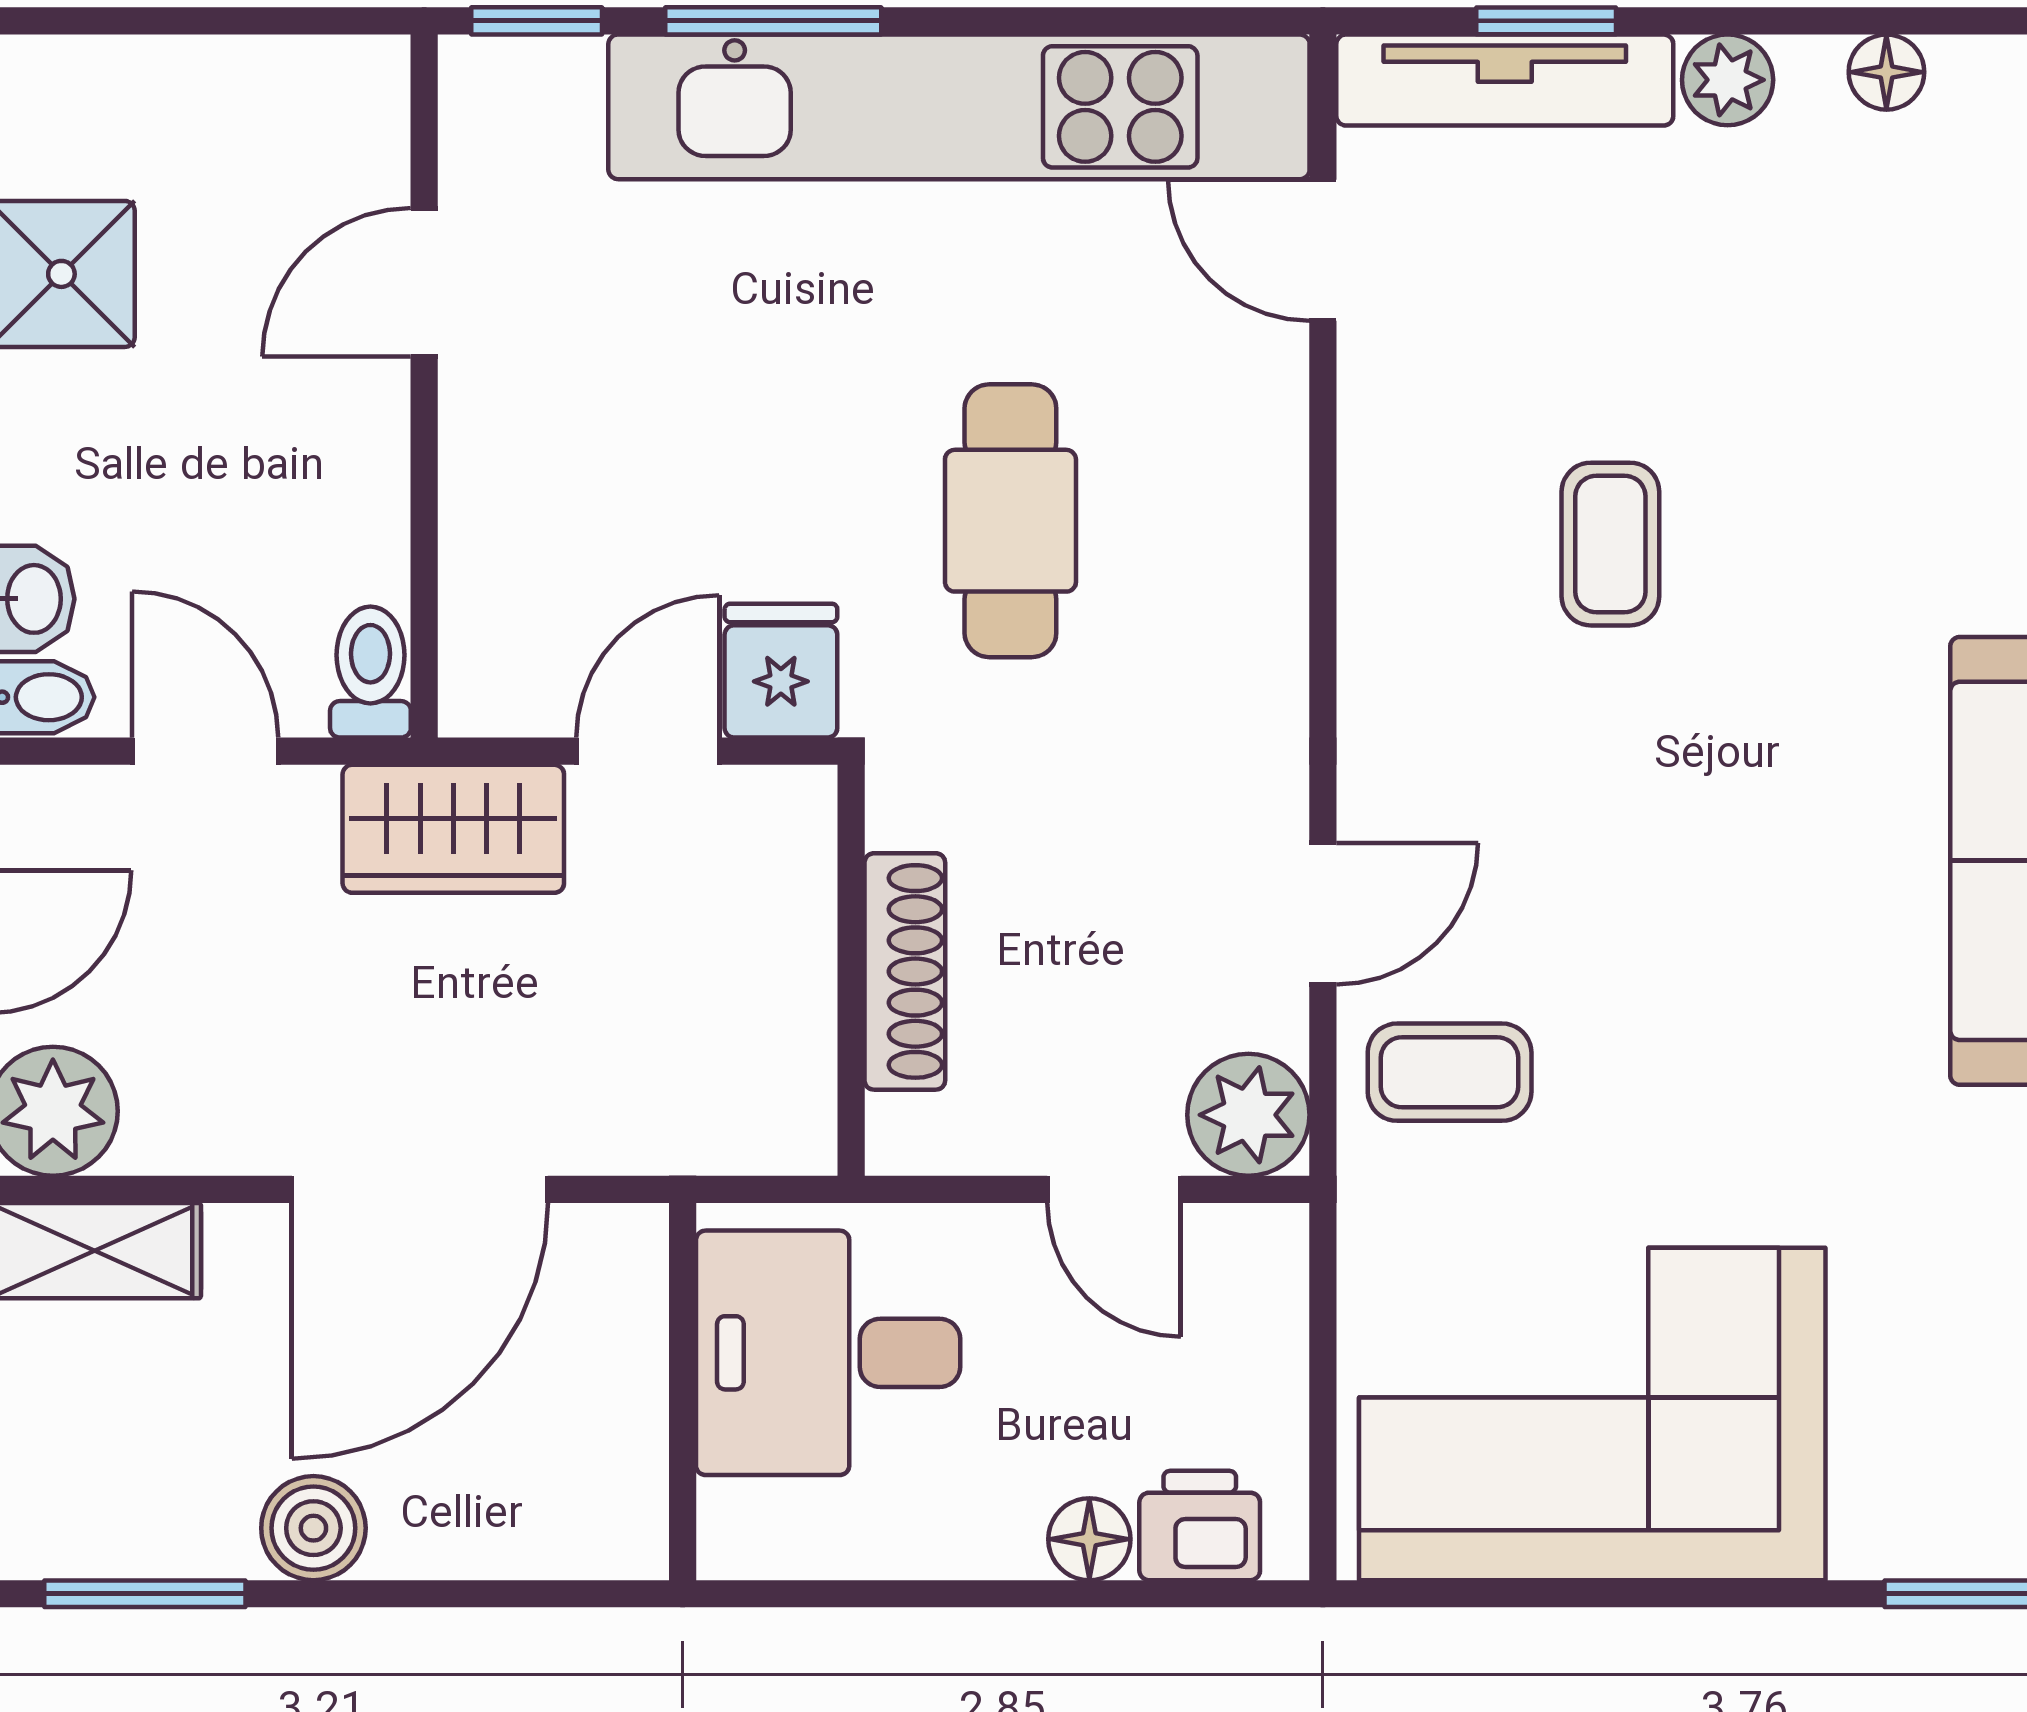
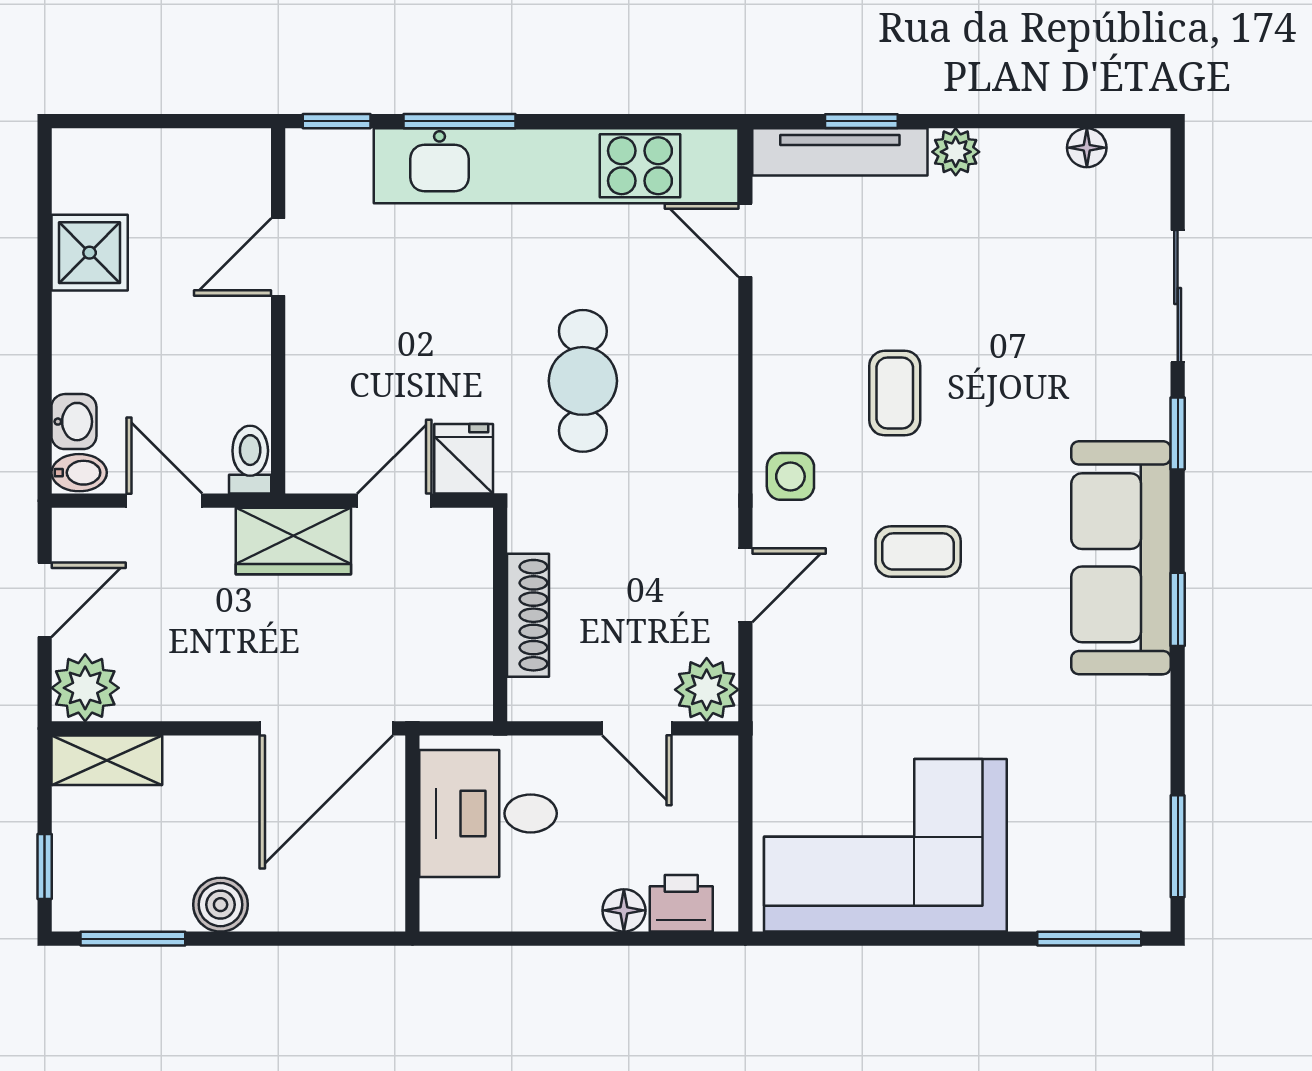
floor lamp: (1886, 72) -> (1087, 148), moved
side table: (1410, 705) -> (790, 476), added
coffee table: (1450, 1072) -> (918, 551), moved
door: (420, 1189) -> (326, 728), moved

